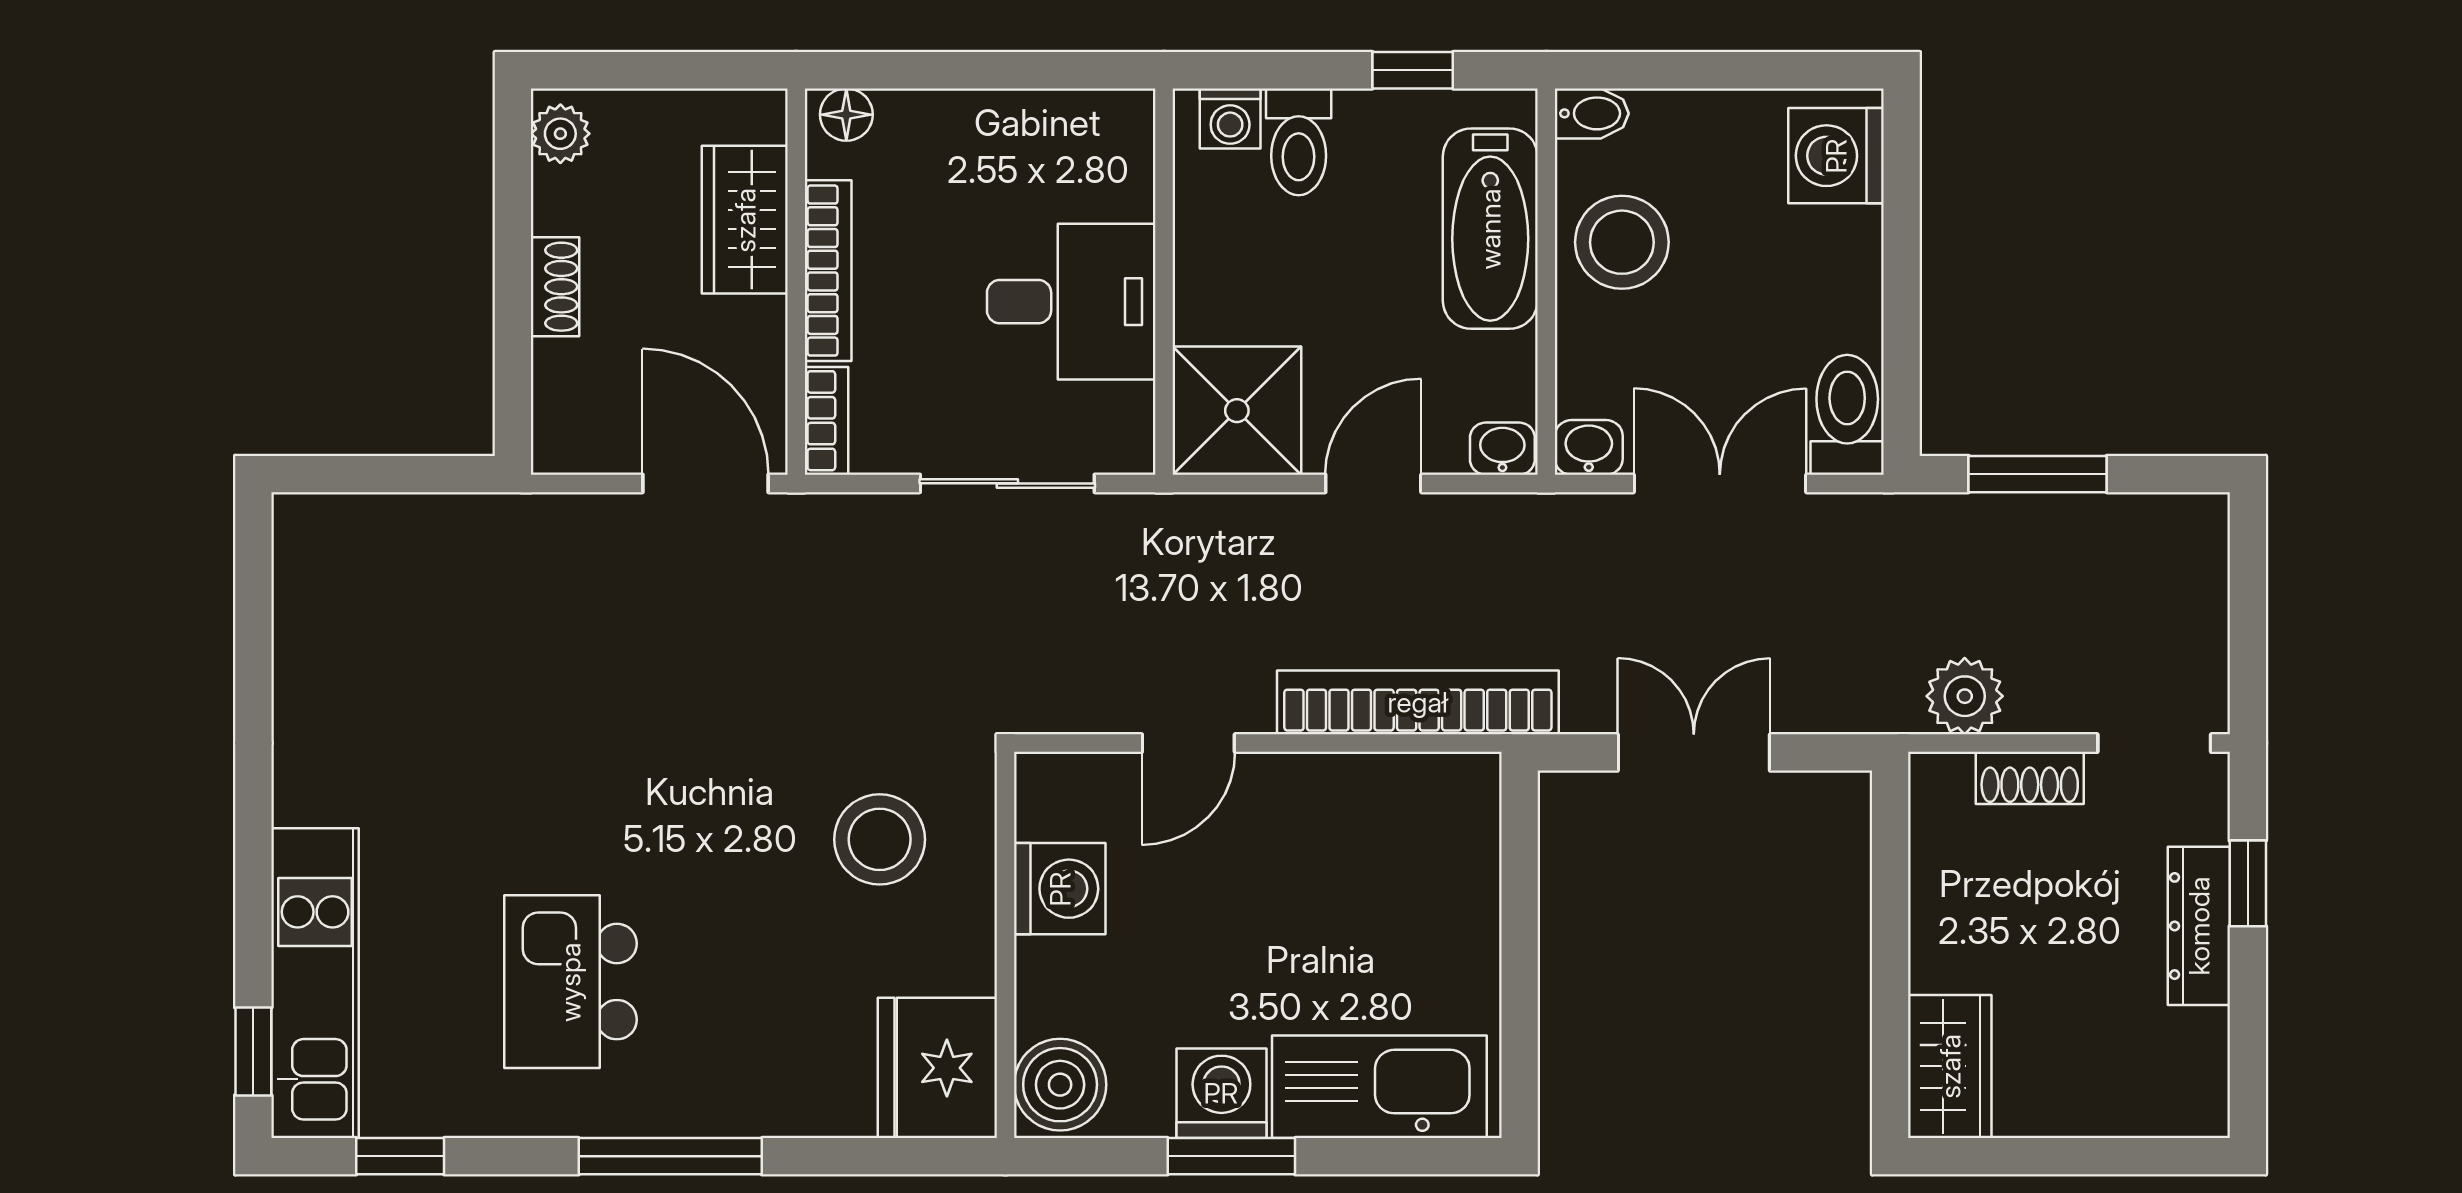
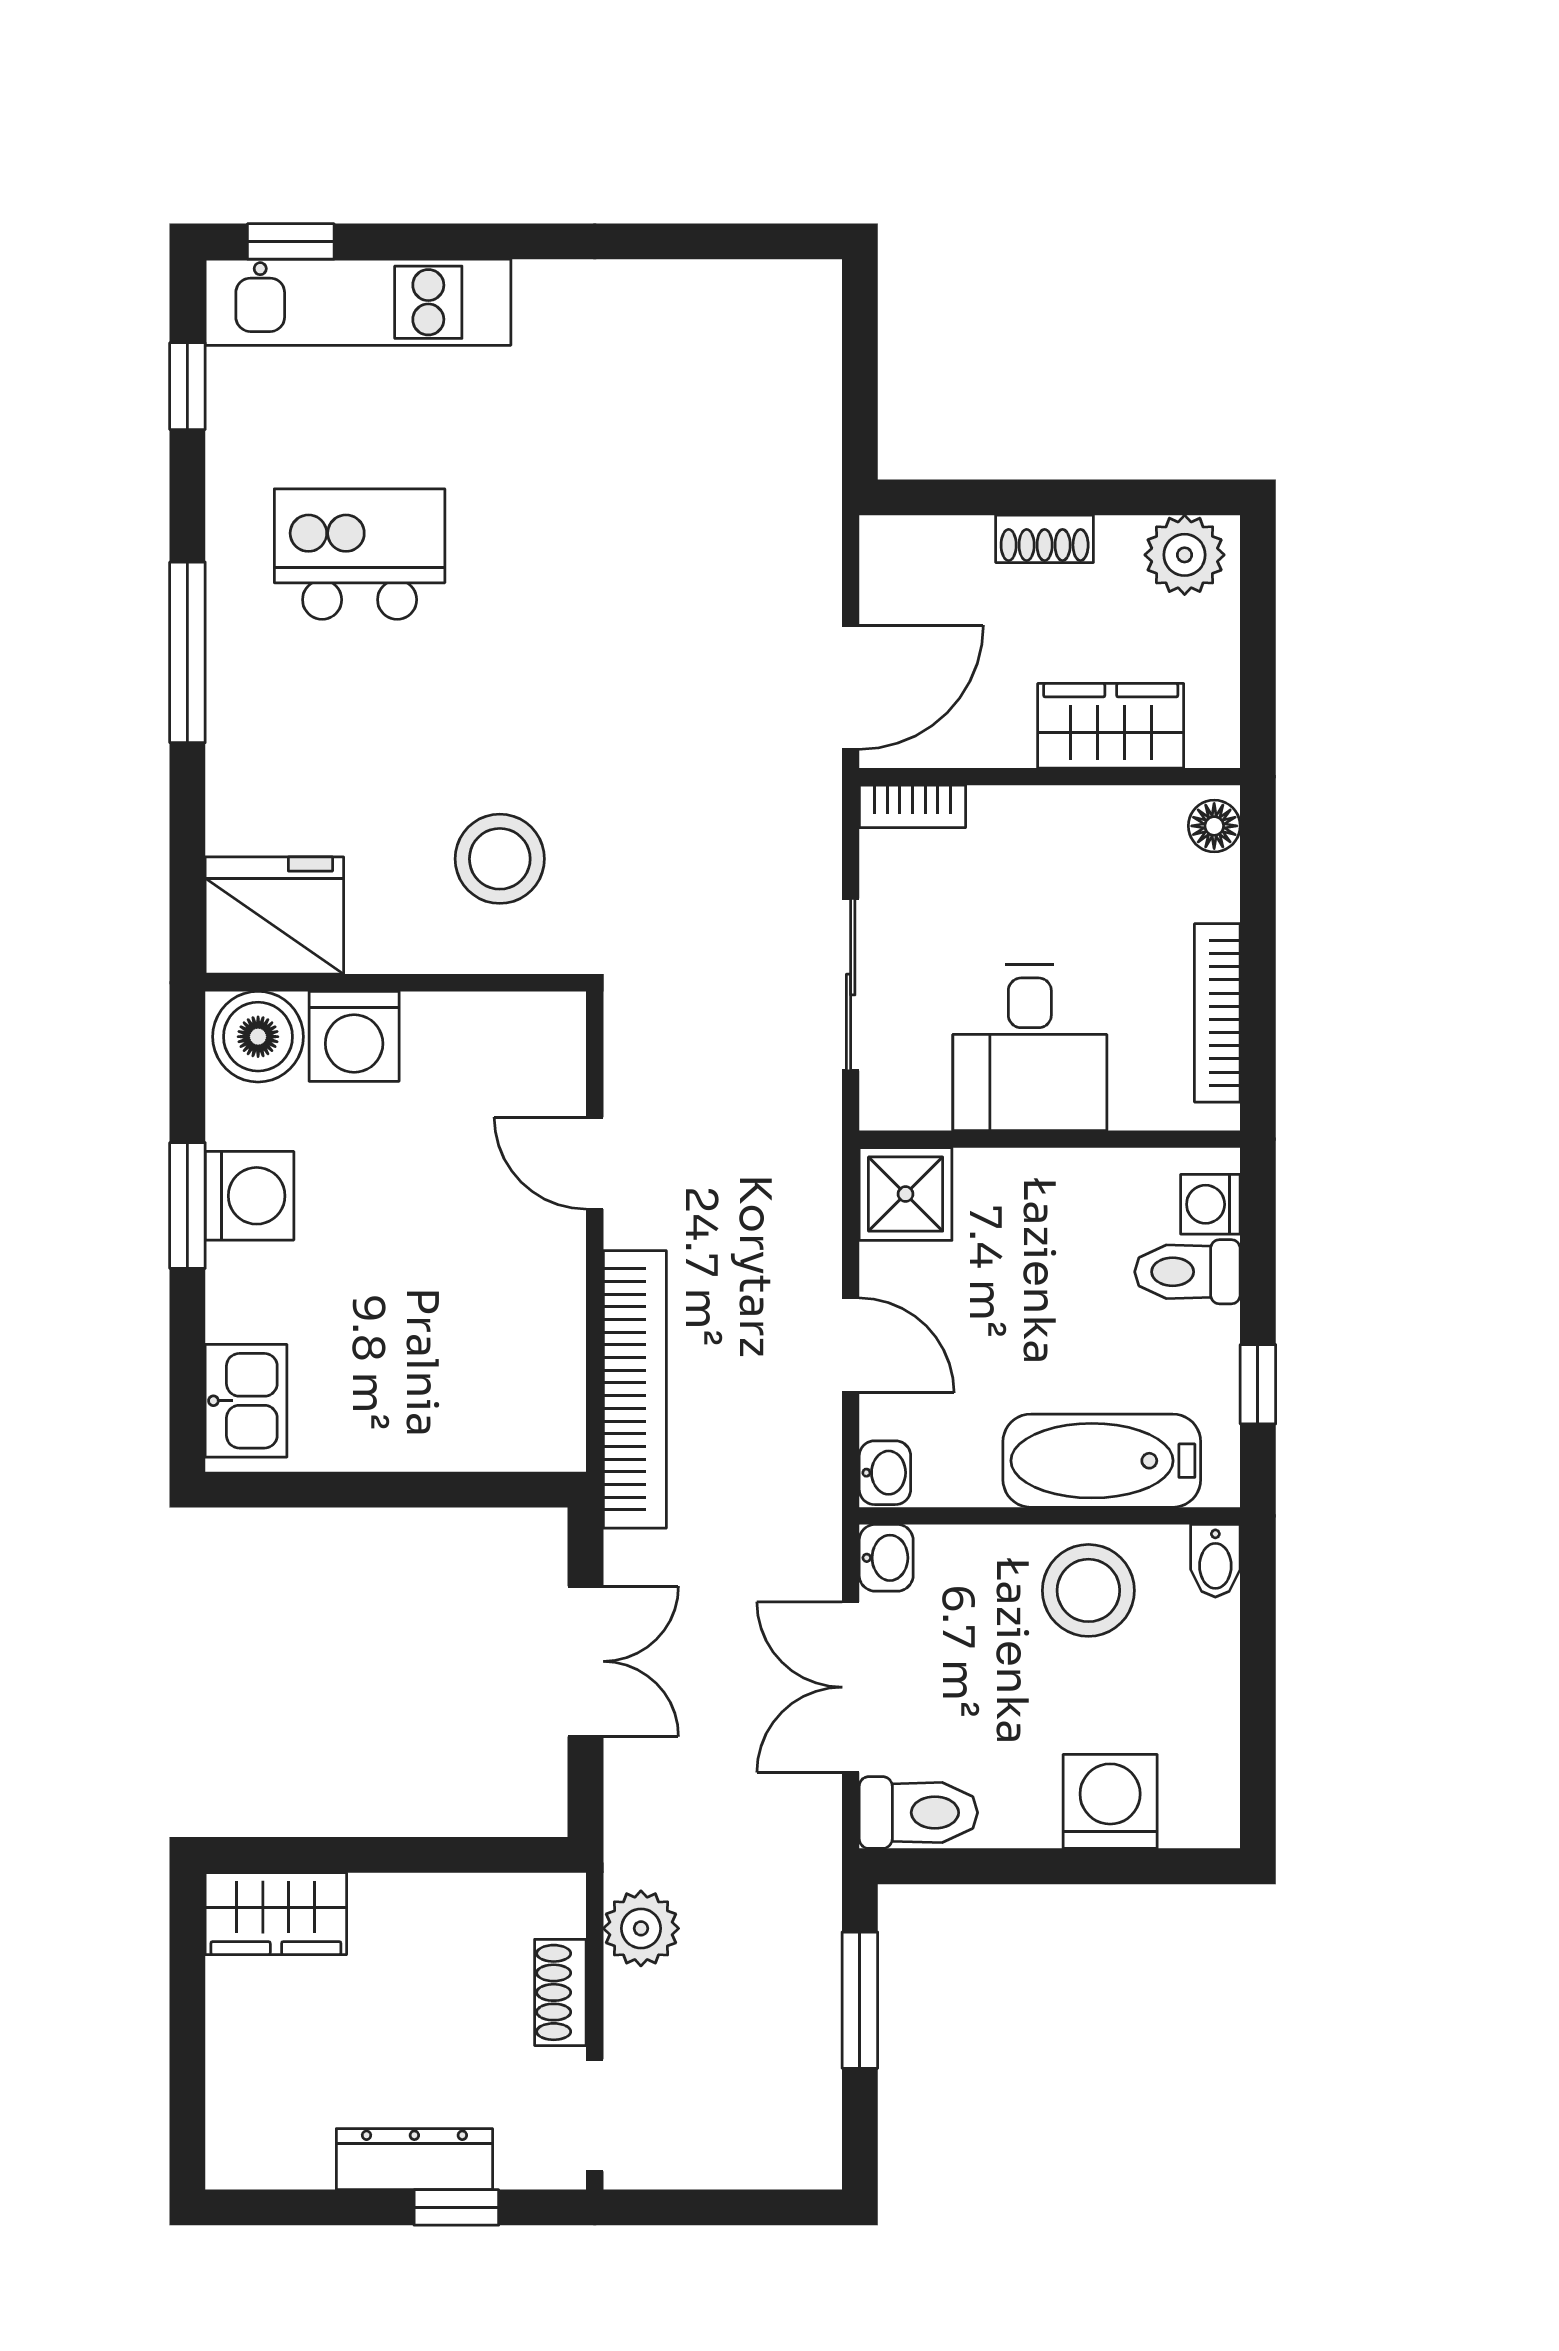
plant: (560, 134) -> (1185, 555), width x1.38, depth x1.38
washing machine: (1836, 156) -> (1110, 1801), moved
bookcase: (828, 271) -> (1217, 1013), moved, turned 90
shower: (1237, 411) -> (906, 1194), width x0.73, depth x0.73
double door: (1720, 483) -> (851, 1687), swing flipped
washing machine: (1060, 889) -> (354, 1036), moved
kitchen sink: (1379, 1087) -> (246, 1401), width x0.53, depth x0.81

